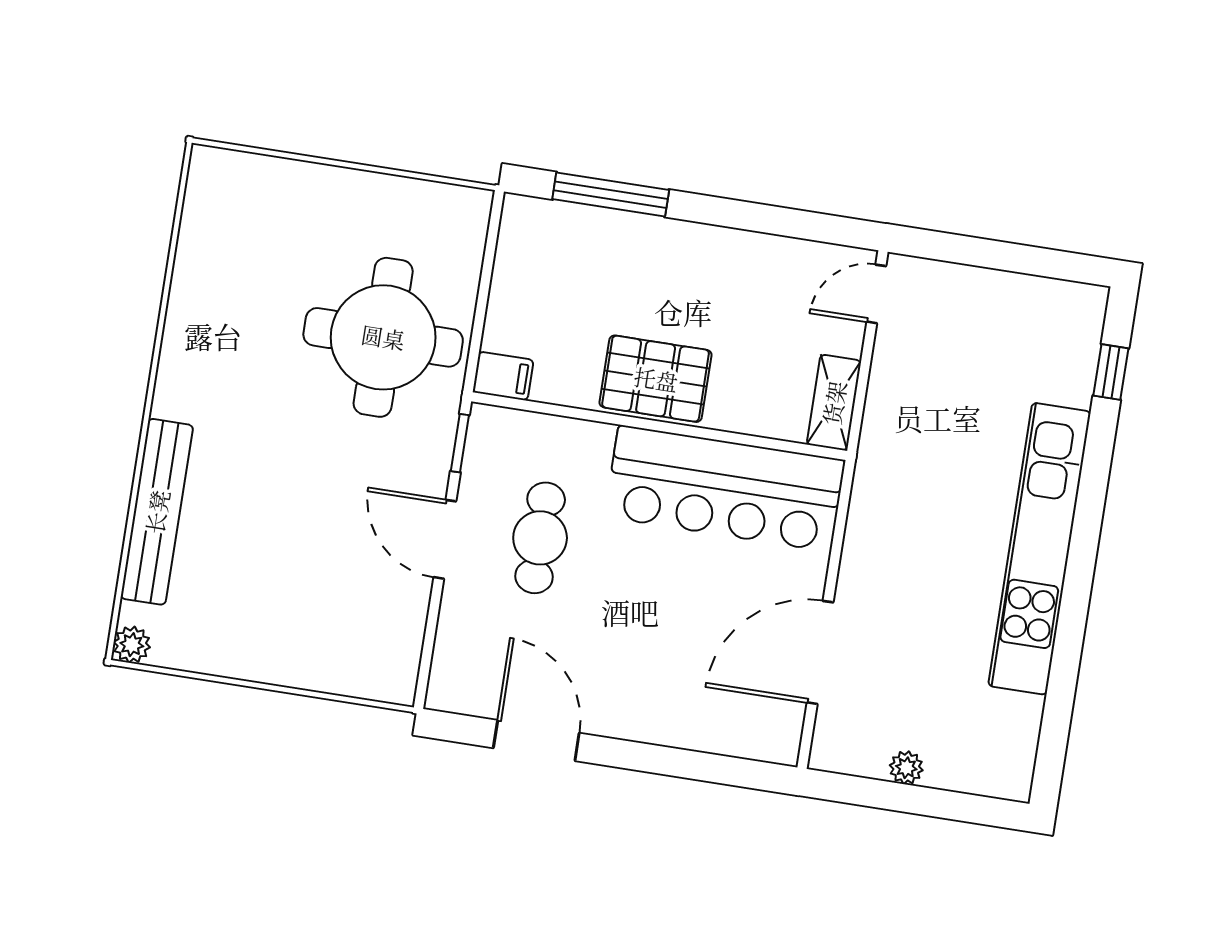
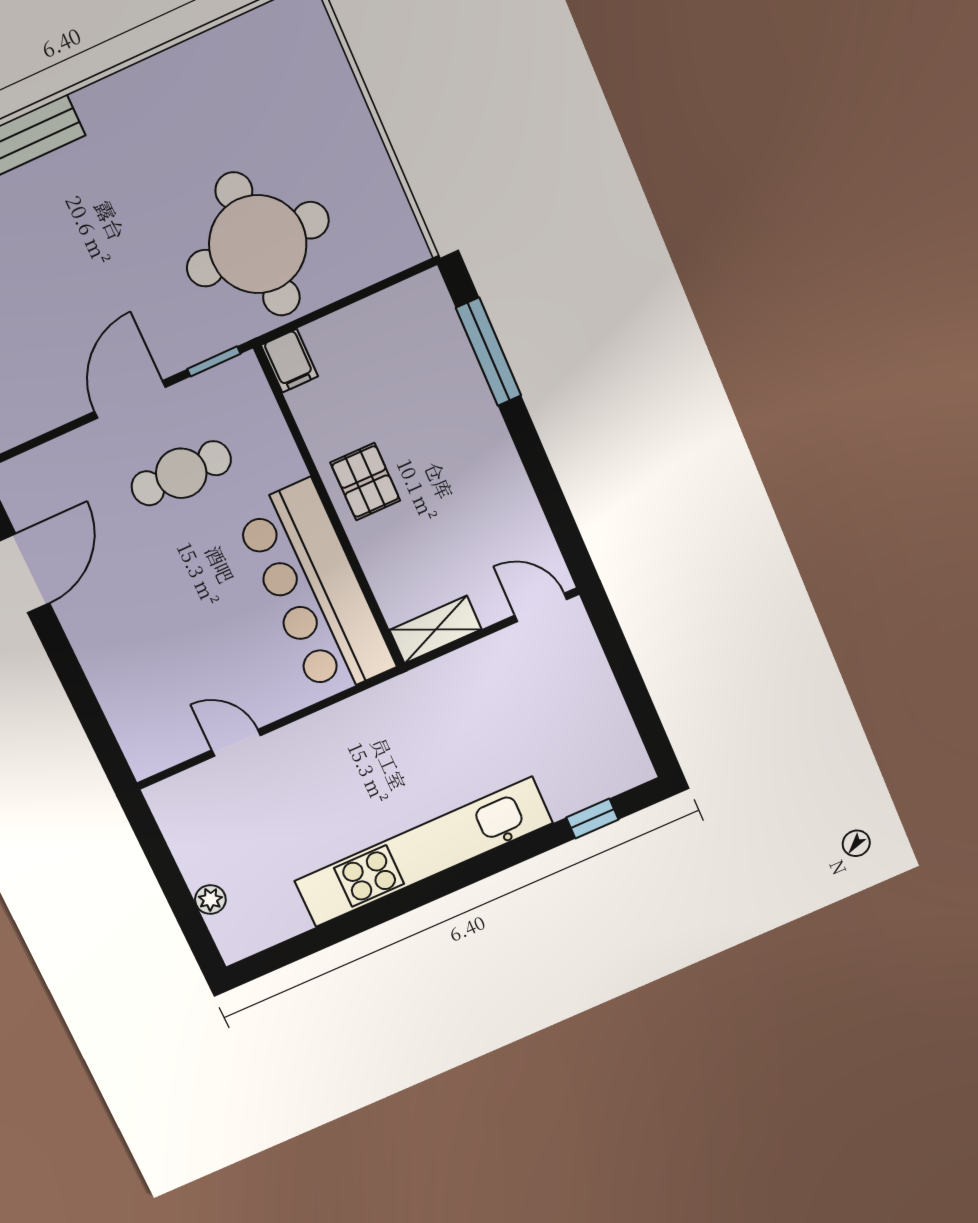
pallet: (656, 379) -> (365, 482), width x0.67, depth x0.71
door: (820, 652) -> (236, 743), width x0.53
plant: (906, 768) -> (210, 899), moved

